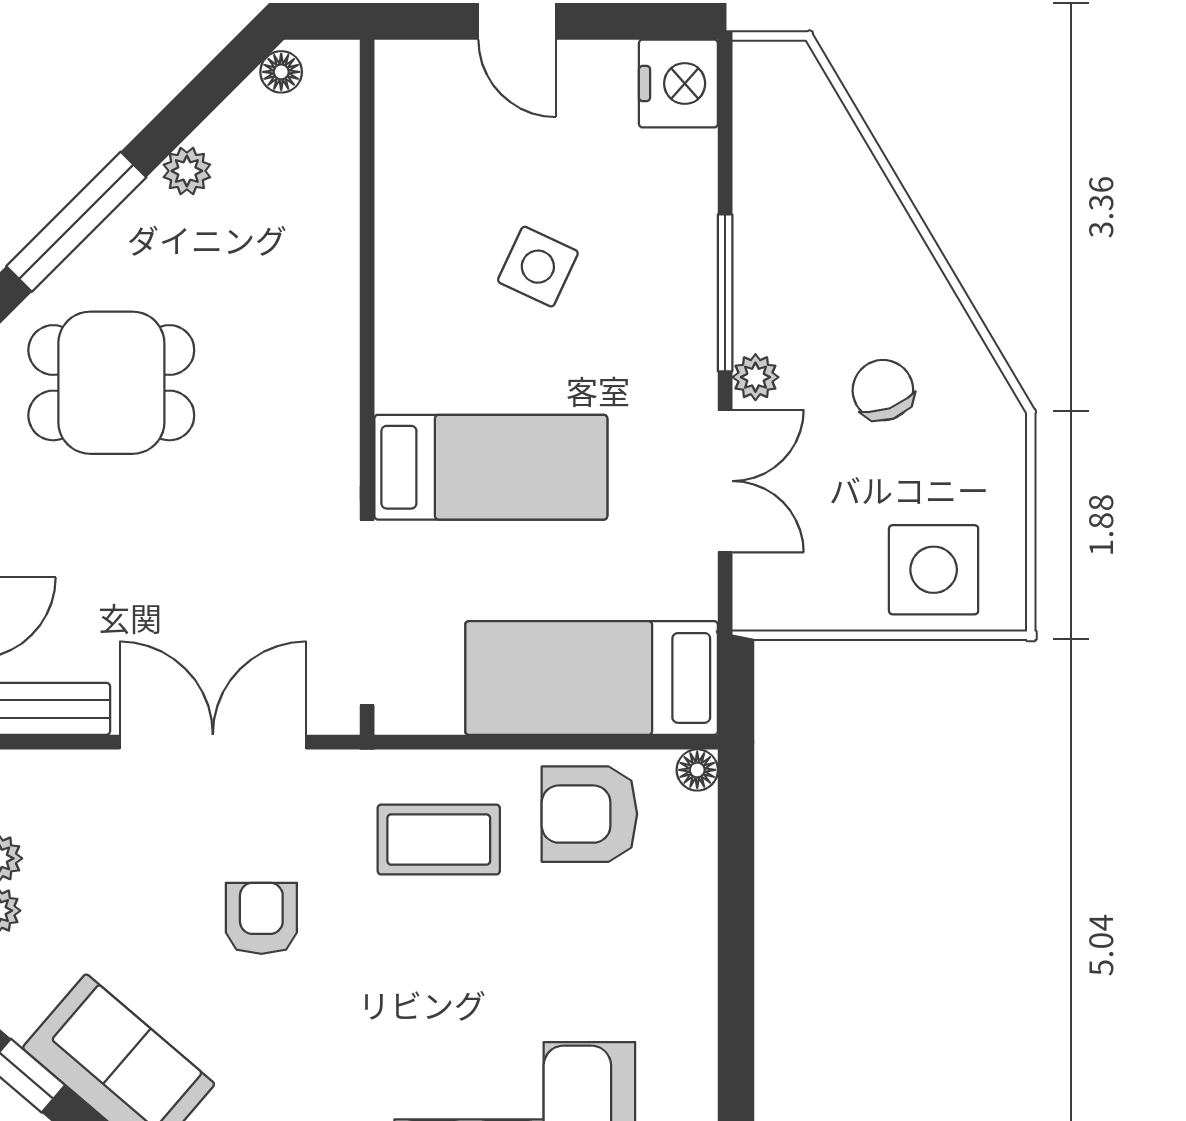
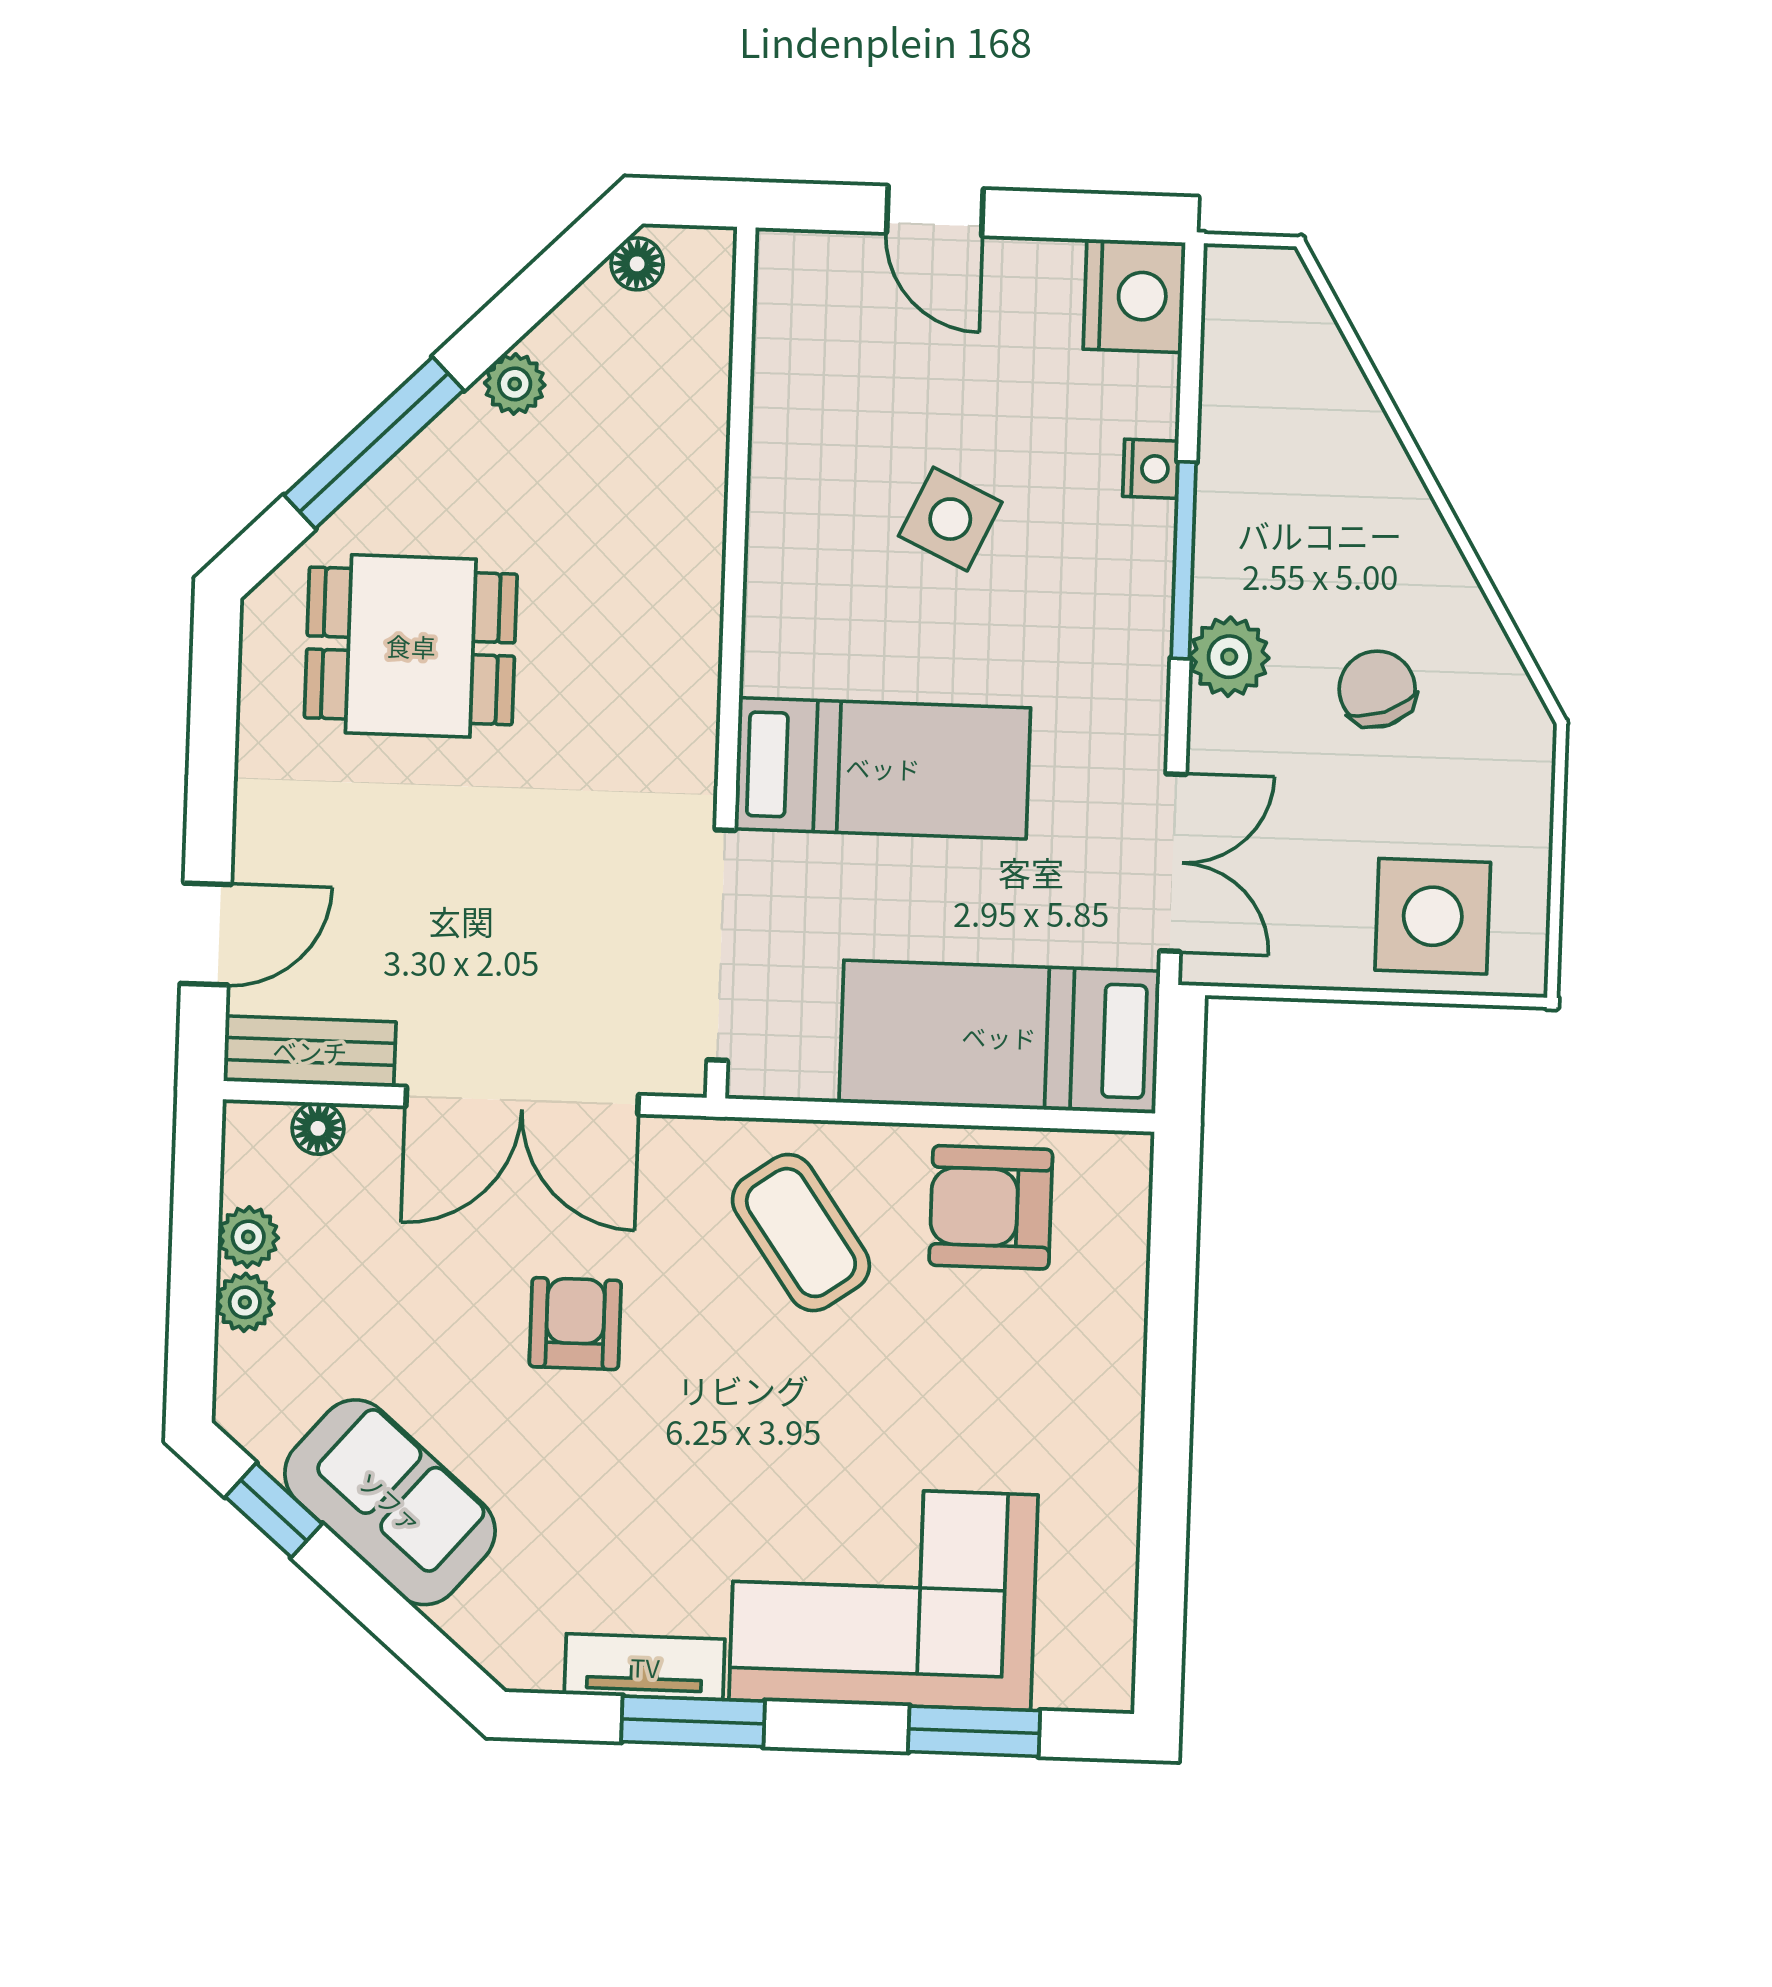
nightstand: (696, 221) -> (1151, 469), added
plant: (755, 377) -> (1229, 657), width x1.38, depth x1.38
double door: (725, 481) -> (1173, 863), moved
double door: (213, 742) -> (522, 1101), swing flipped
floor lamp: (697, 770) -> (318, 1128), moved
coffee table: (439, 840) -> (801, 1233), turned 55

